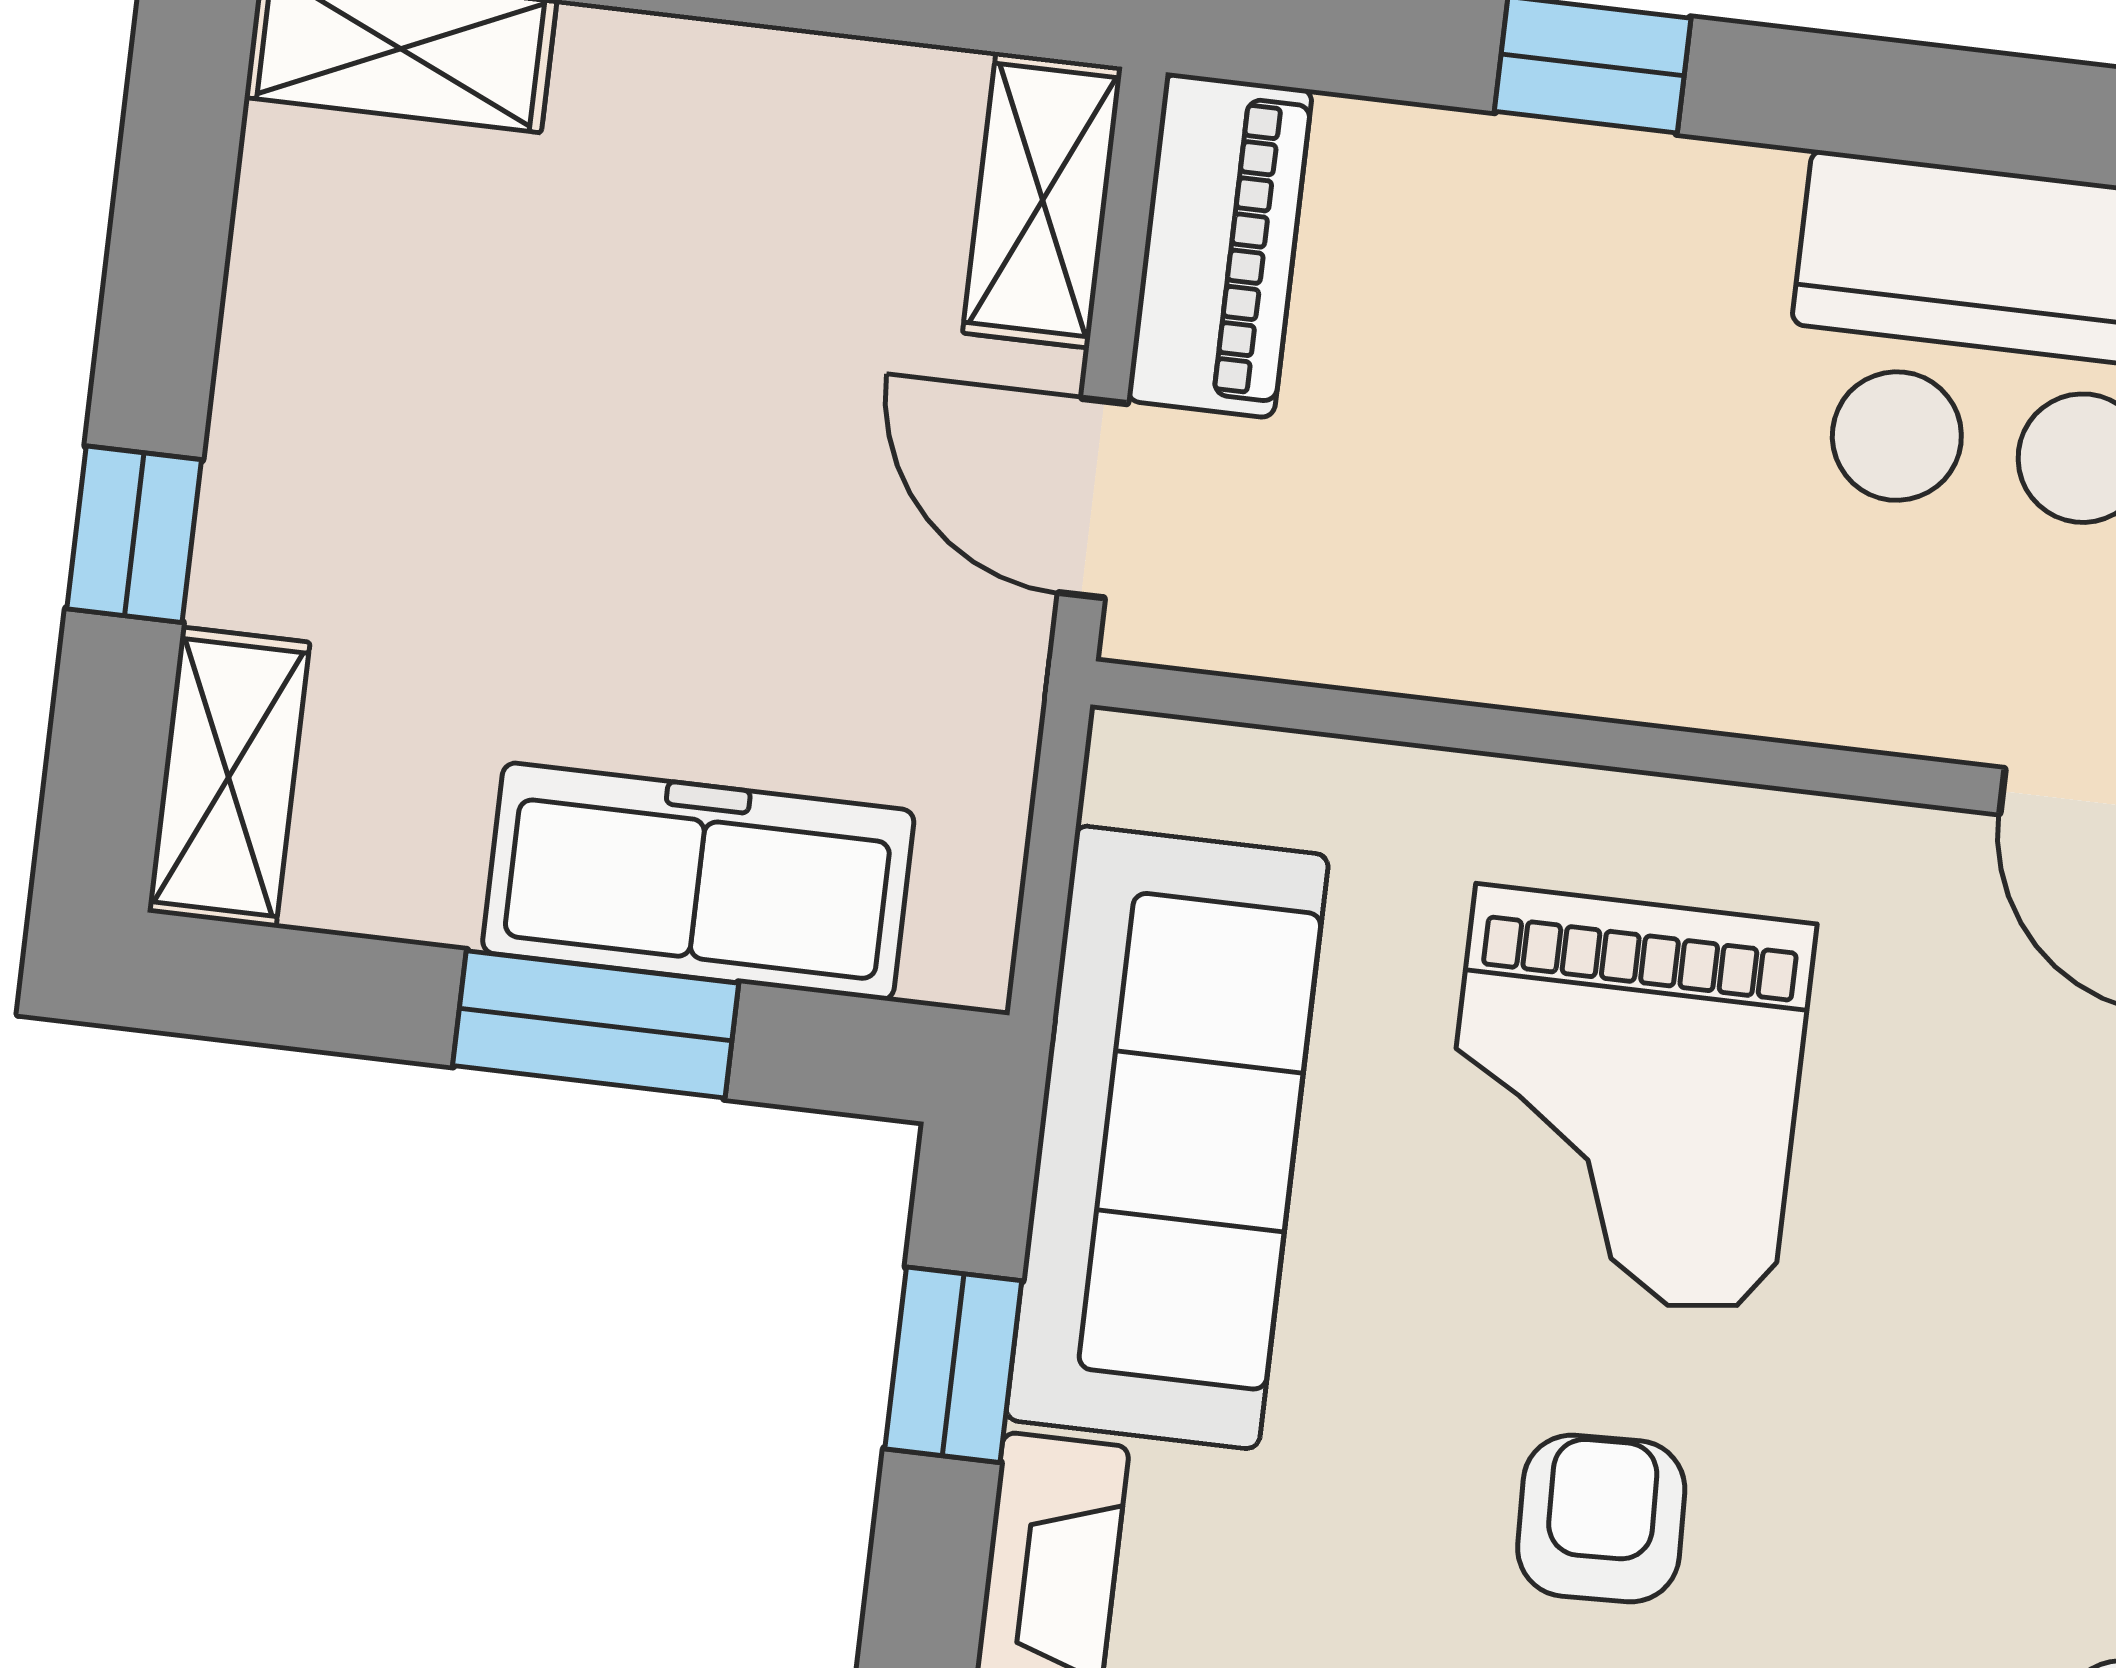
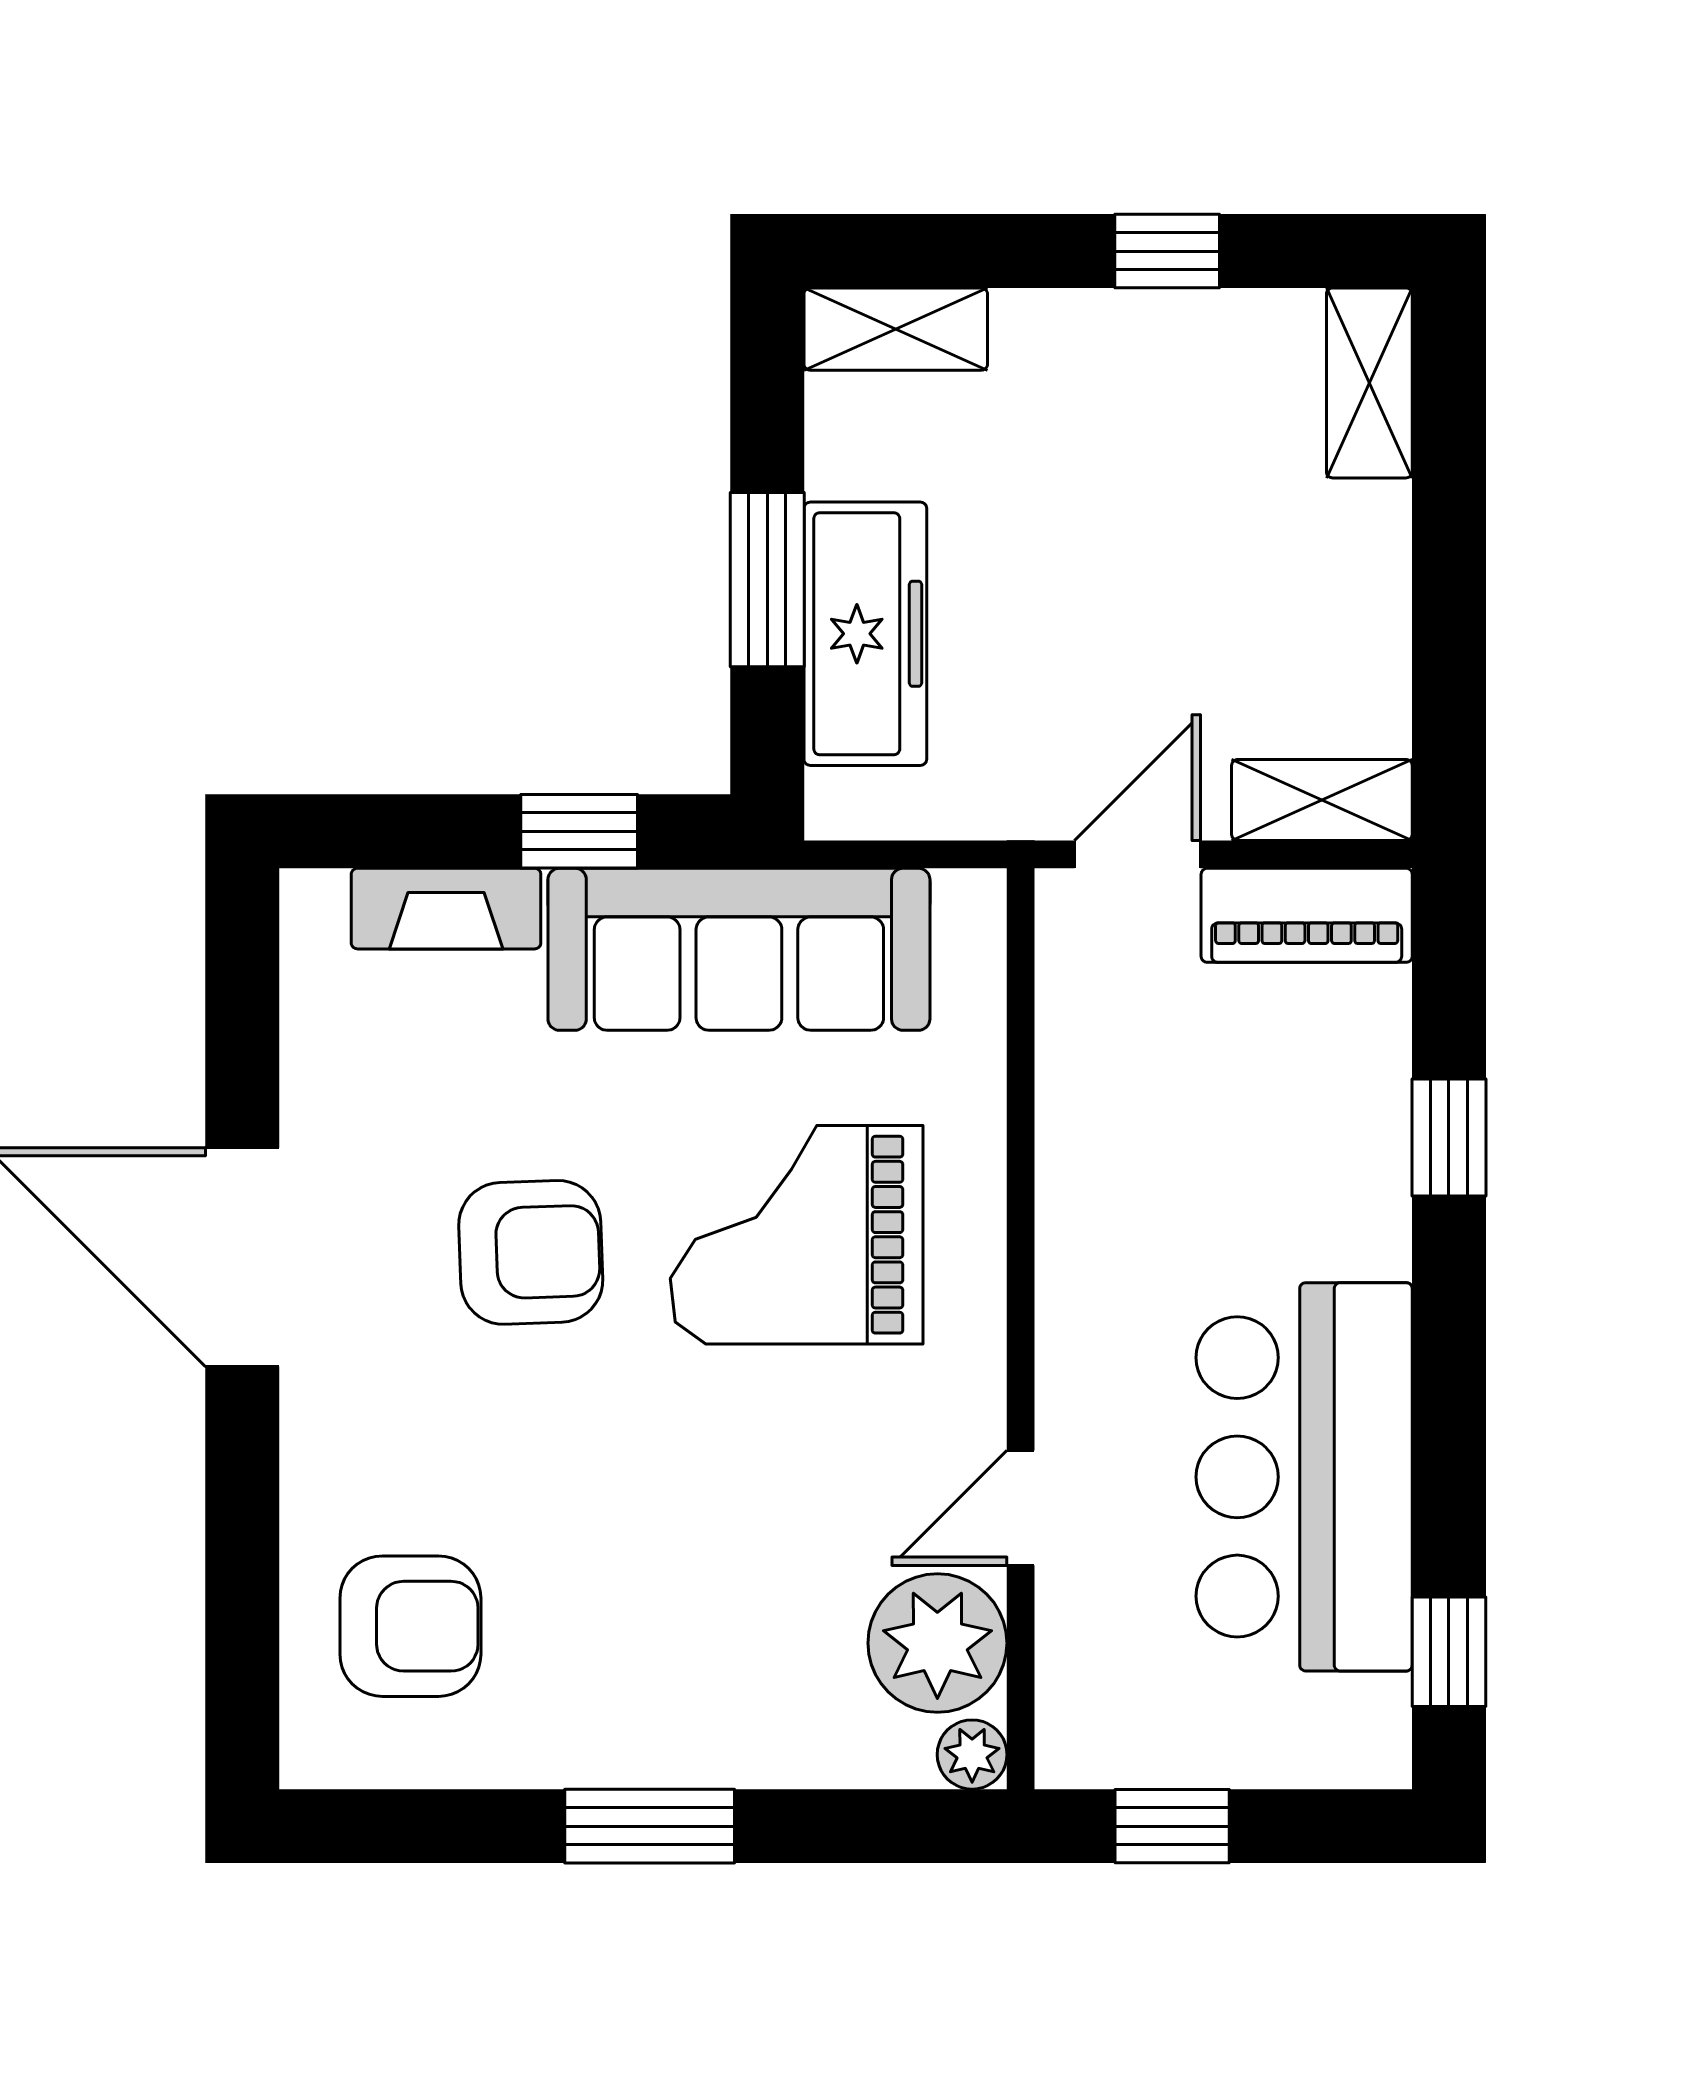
window: (134, 534) -> (1167, 251), moved
armchair: (1601, 1518) -> (531, 1252), width x1.38, depth x1.38

